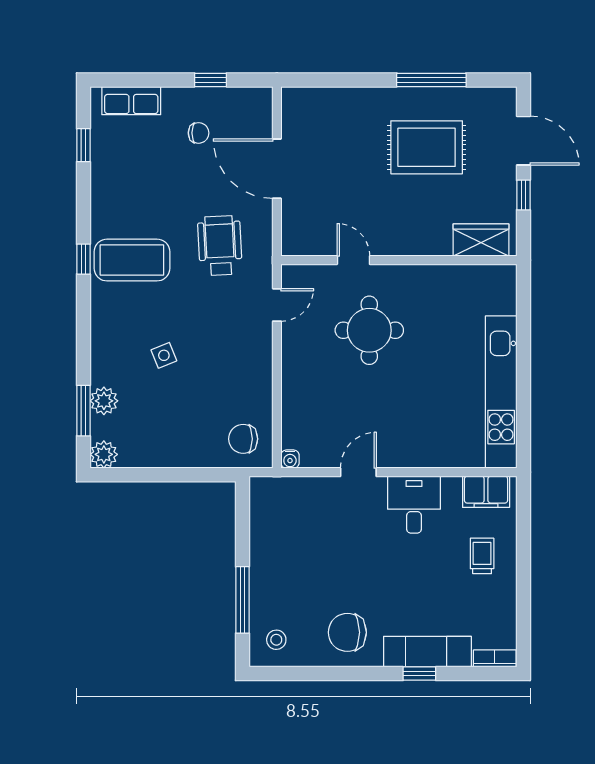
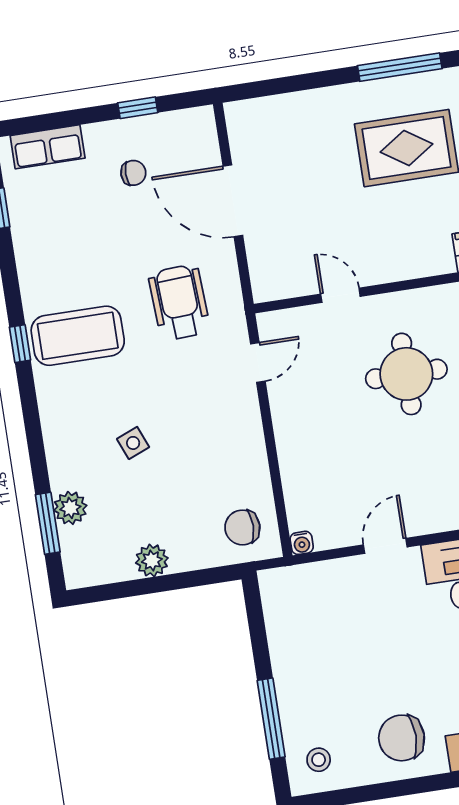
round table: (369, 330) -> (406, 374), moved
plant: (104, 454) -> (152, 560), moved

